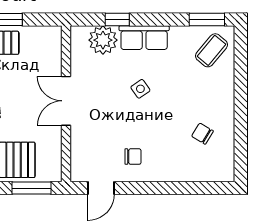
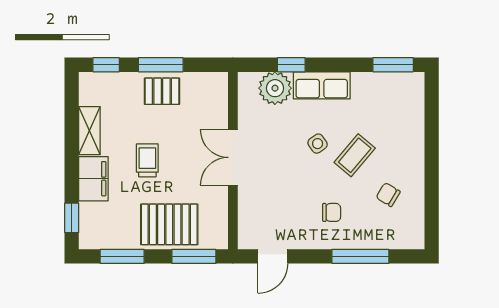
coffee table: (211, 50) -> (355, 155), moved
chair: (133, 157) -> (332, 212), moved
window: (178, 188) -> (360, 256), added

